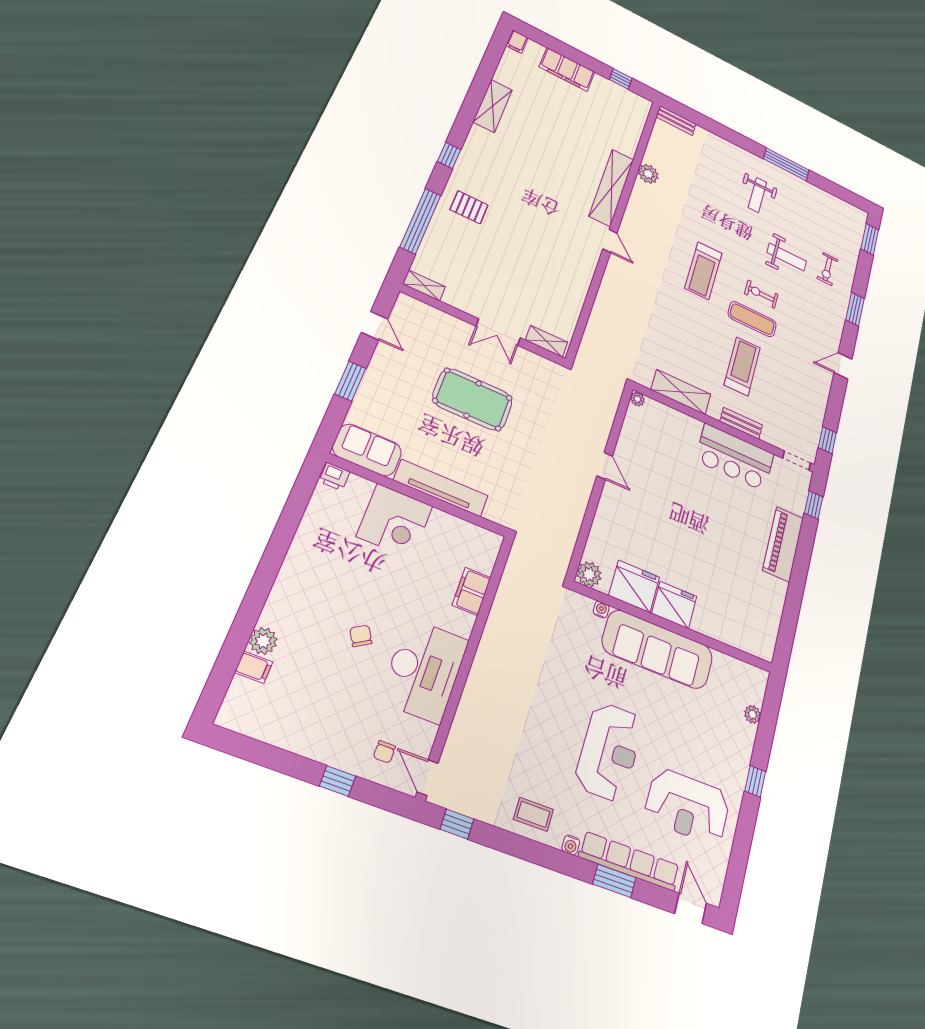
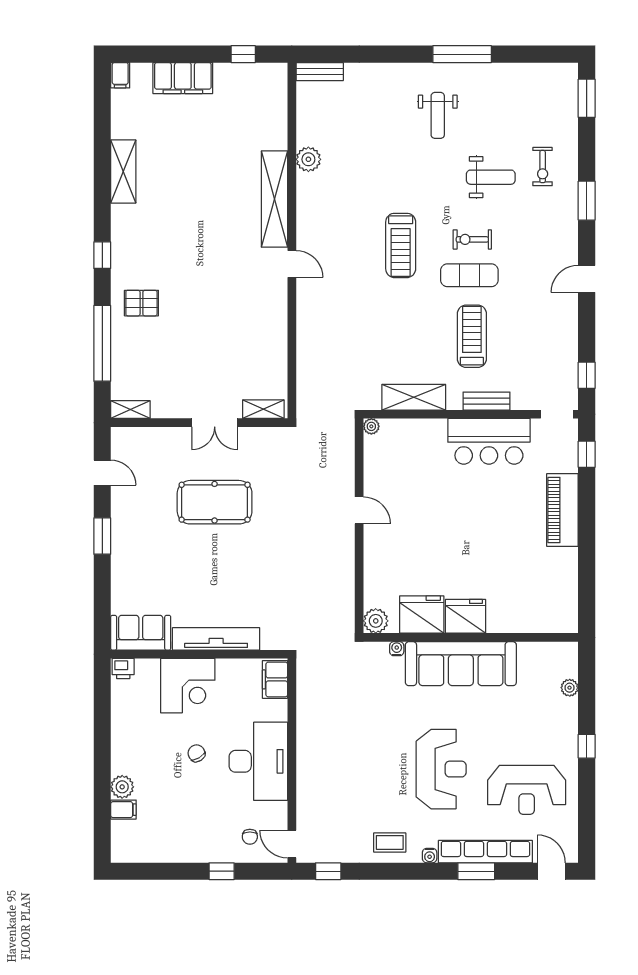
sofa: (367, 450) -> (141, 633), moved
printer: (335, 477) -> (123, 669), moved
tv unit: (441, 488) -> (216, 639), moved
wall: (418, 495) -> (199, 654), moved
corner desk: (395, 521) -> (188, 686), moved

